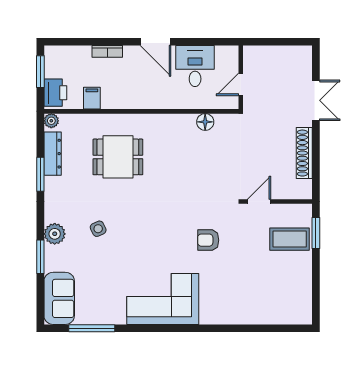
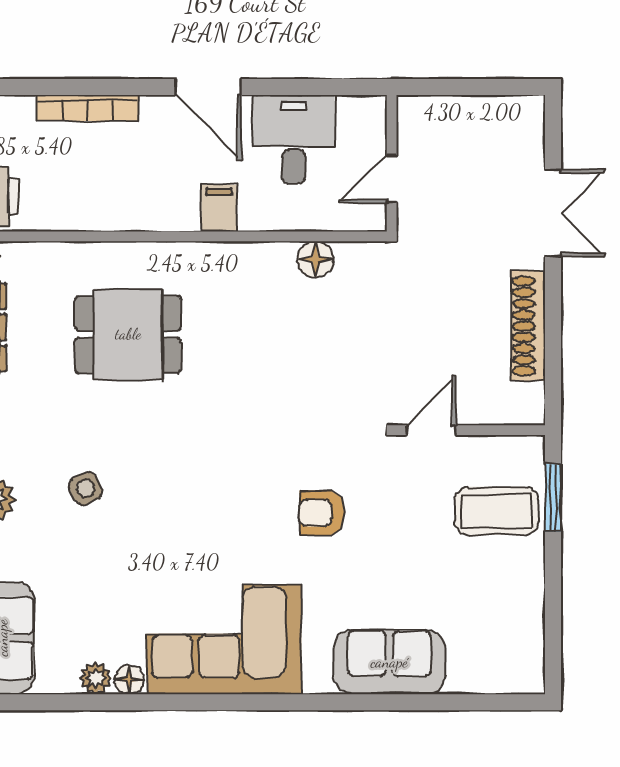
bookcase: (107, 51) -> (87, 108), width x1.56
filing cabinet: (92, 98) -> (219, 208), moved
sofa: (240, 310) -> (389, 662), added
plant: (103, 317) -> (96, 678), added
floor lamp: (119, 318) -> (129, 680), added
window: (92, 328) -> (72, 702), removed

